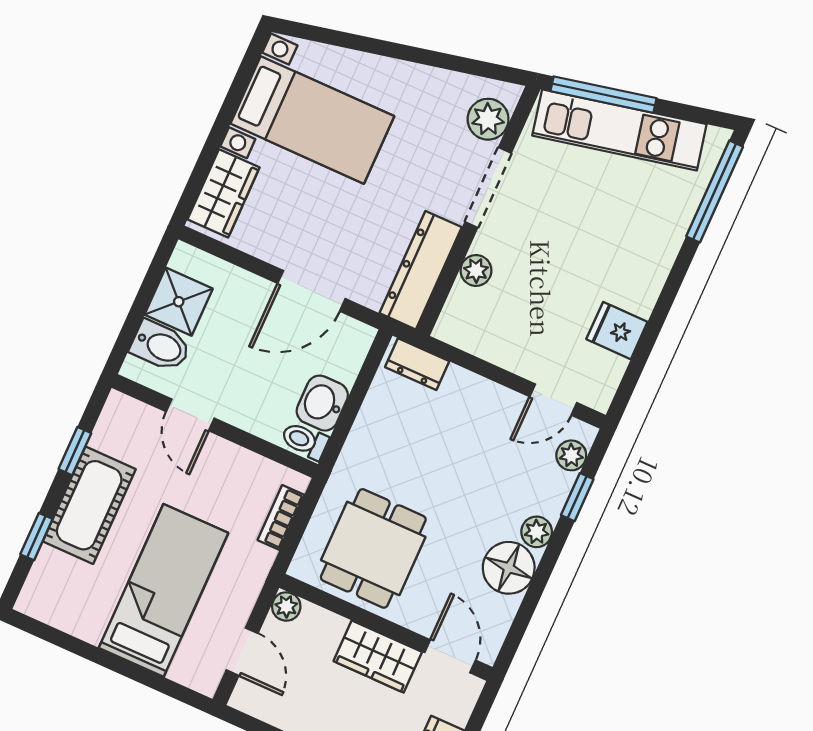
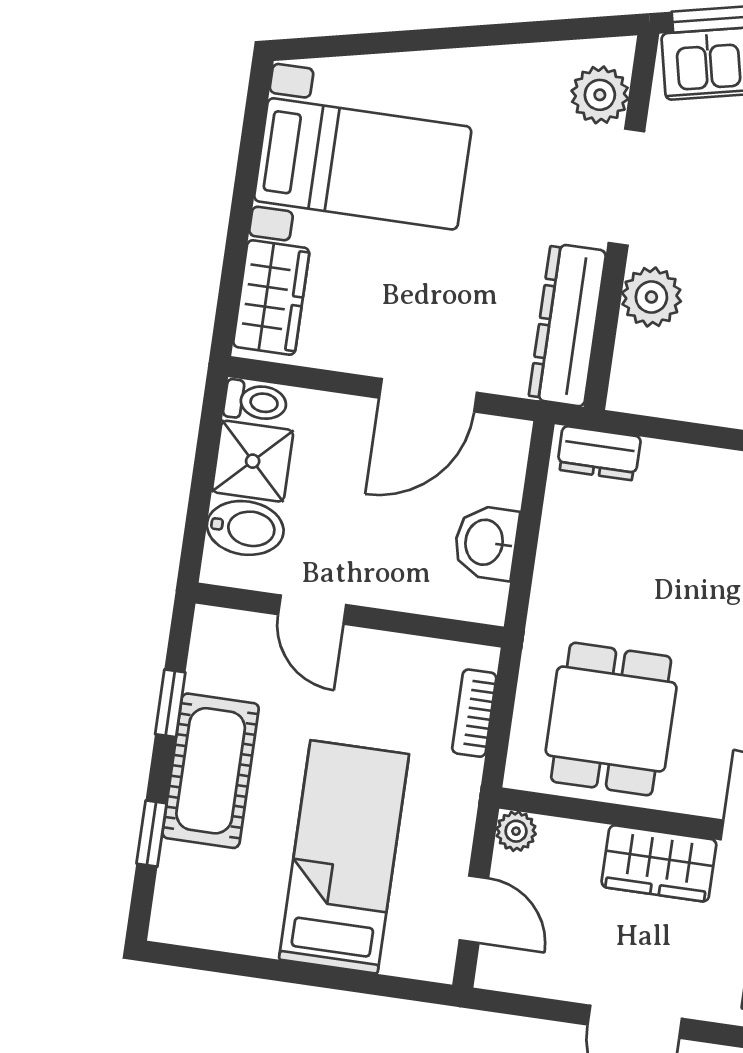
plant: (476, 271) -> (651, 297), width x1.38, depth x1.38
toilet: (305, 441) -> (256, 402), moved, turned 180

